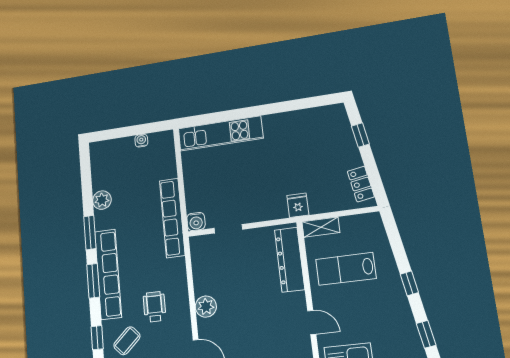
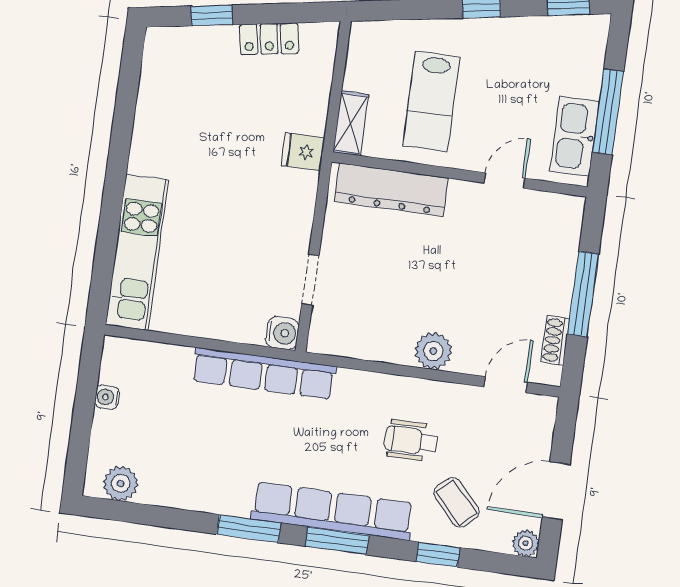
locker: (361, 184) -> (269, 39), moved
plant: (102, 200) -> (121, 484), moved

